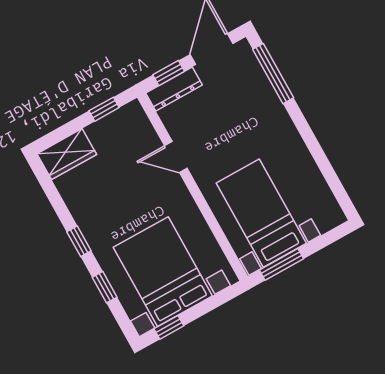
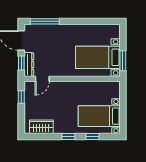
wardrobe: (67, 154) -> (41, 127), moved, turned -90
door: (176, 157) -> (42, 79), moved
bed with nightstands: (163, 272) -> (99, 116), width x0.73
window: (169, 327) -> (123, 120), removed

